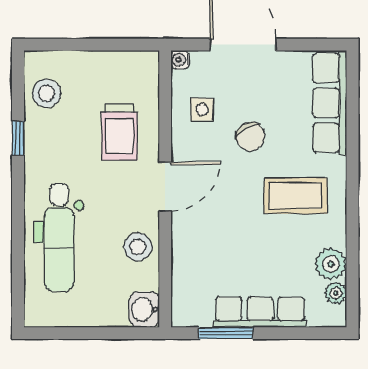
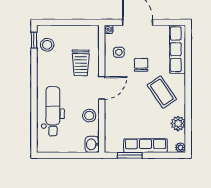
chair: (251, 137) -> (141, 65), turned -150
window: (18, 138) -> (34, 40), moved
coffee table: (295, 196) -> (162, 92), turned 56
dental chair: (59, 237) -> (53, 111), turned 180
plant: (336, 293) -> (180, 148), moved

